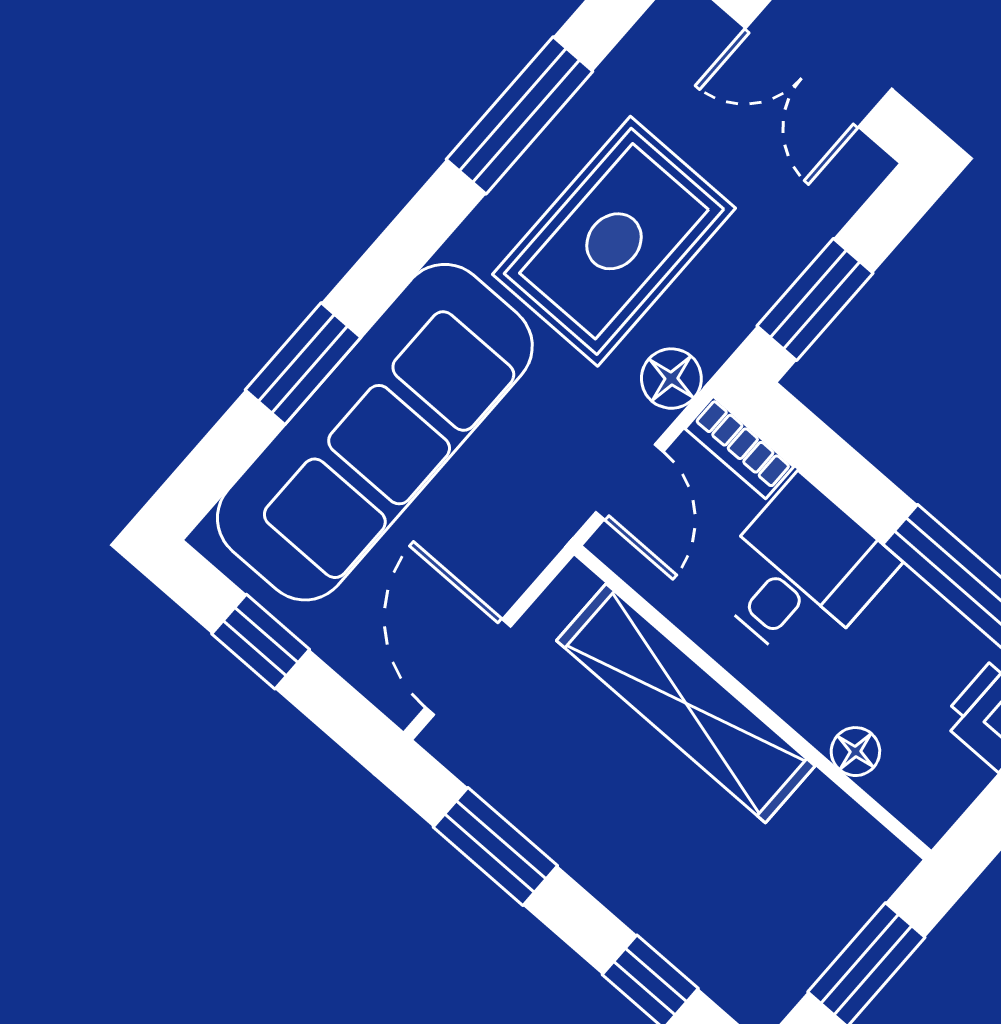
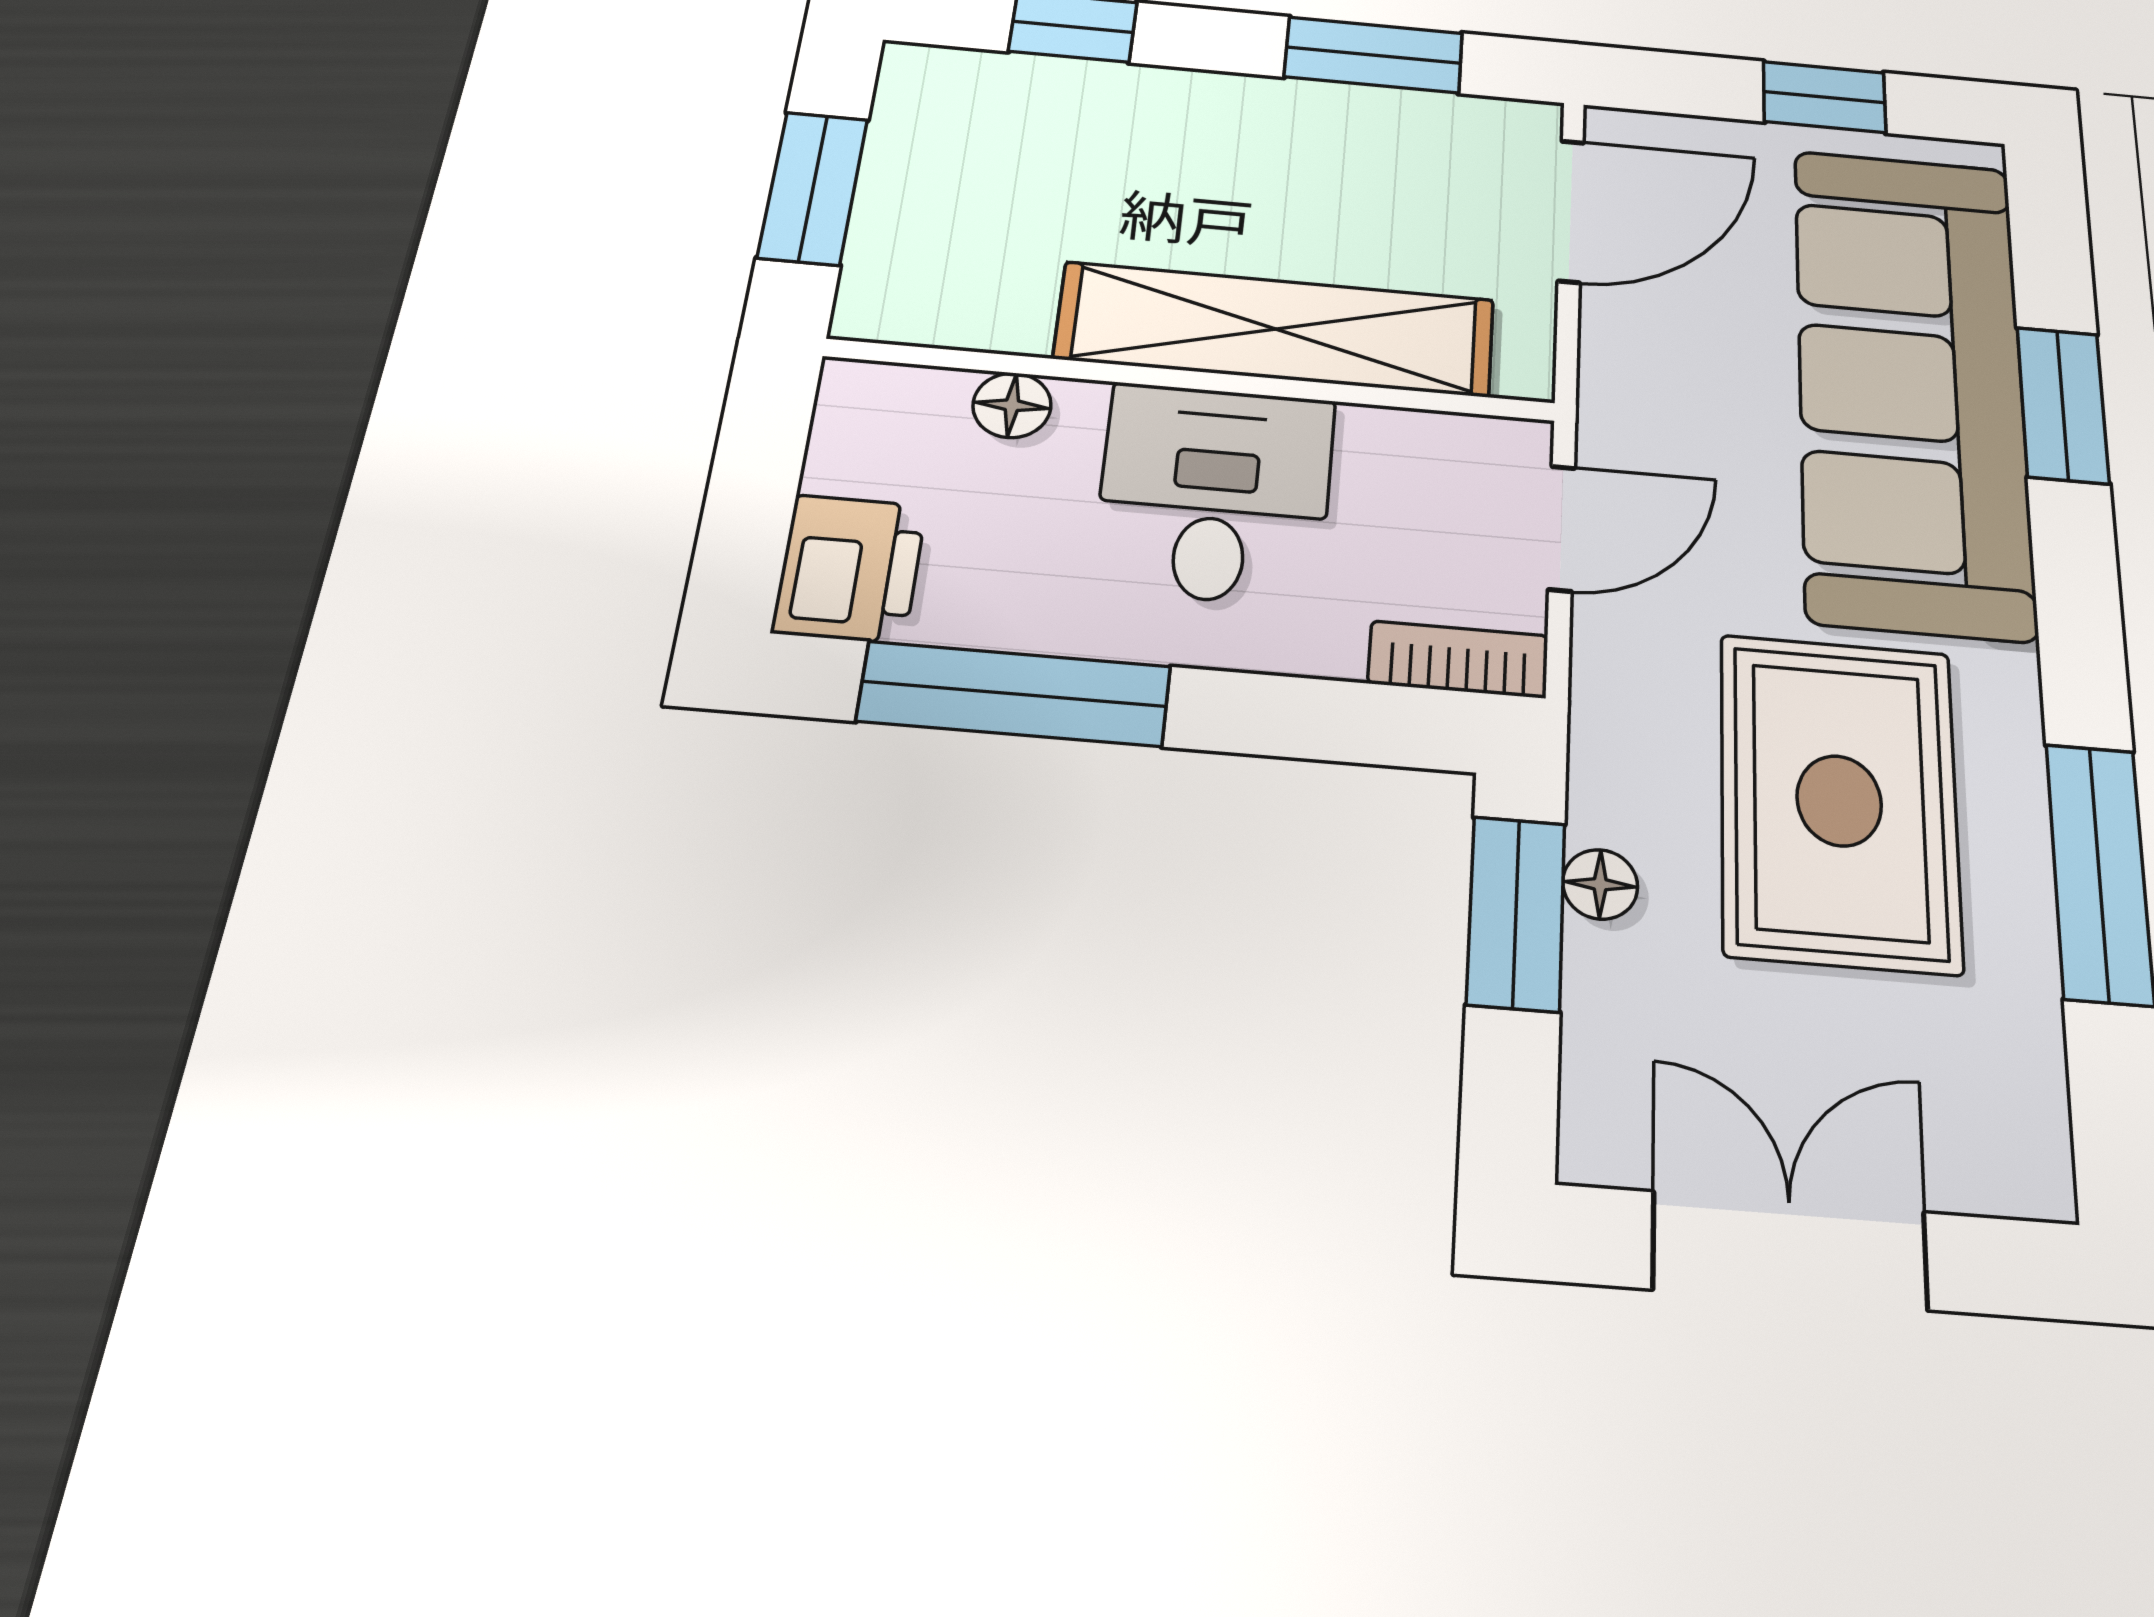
floor lamp: (671, 379) -> (1600, 884), moved, width x0.73, depth x0.73
door: (630, 482) -> (1562, 528), swing flipped
desk: (801, 573) -> (1215, 493), moved, turned 180
door: (468, 667) -> (1571, 211), hinge flipped

